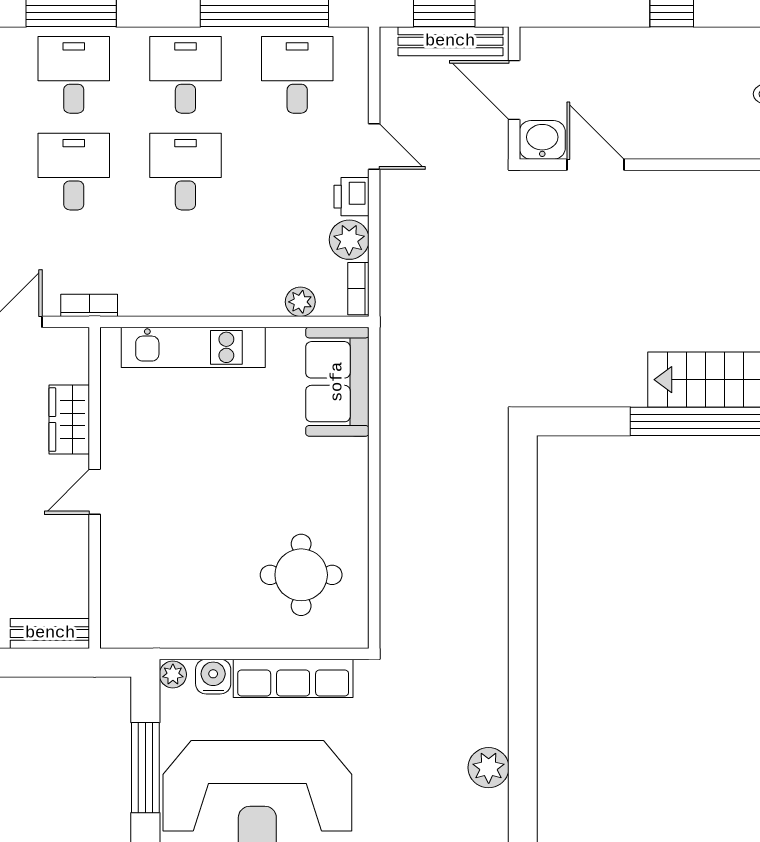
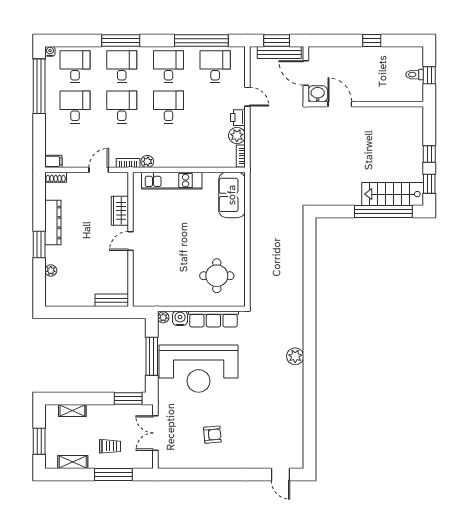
plant: (300, 302) -> (147, 161), moved

